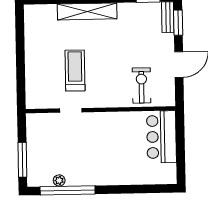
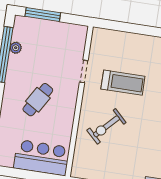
exercise bike: (142, 85) -> (106, 126), moved, turned 134
cafe table: (106, 150) -> (38, 100), added

